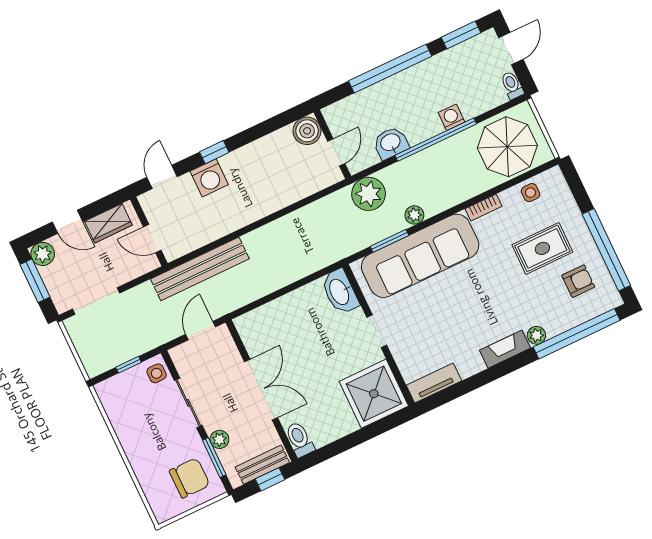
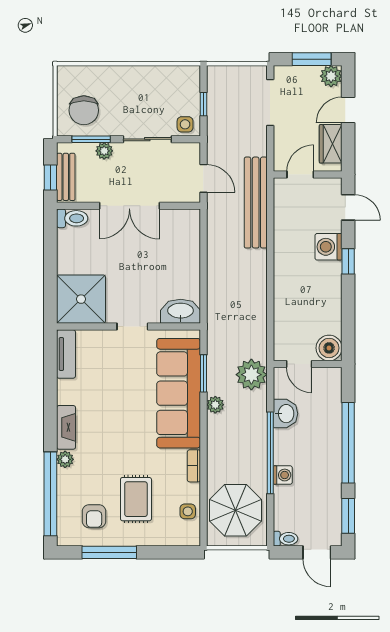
window: (606, 250) -> (109, 552), width x0.68

